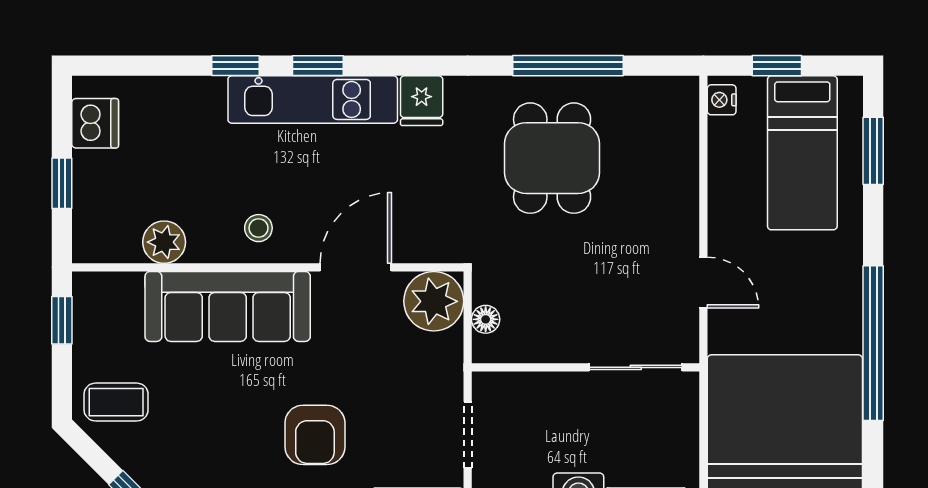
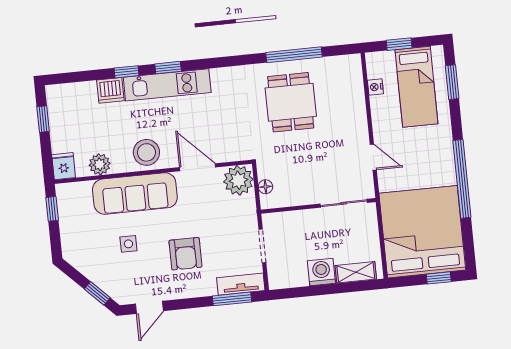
nightstand: (722, 100) -> (375, 87), moved
fridge: (422, 101) -> (64, 166), moved, turned 180
dishwasher: (95, 123) -> (110, 90), moved, turned 90
window: (62, 183) -> (43, 119), moved
stool: (258, 228) -> (146, 152), width x1.89, depth x1.89
door: (356, 267) -> (197, 167), hinge flipped
coffee table: (116, 402) -> (84, 247), removed
side table: (205, 404) -> (128, 244), added

